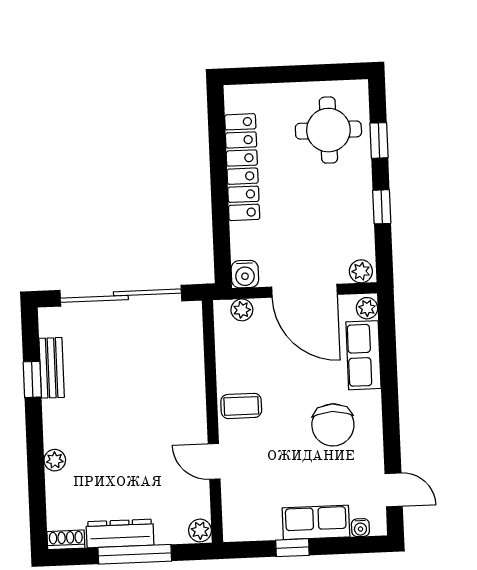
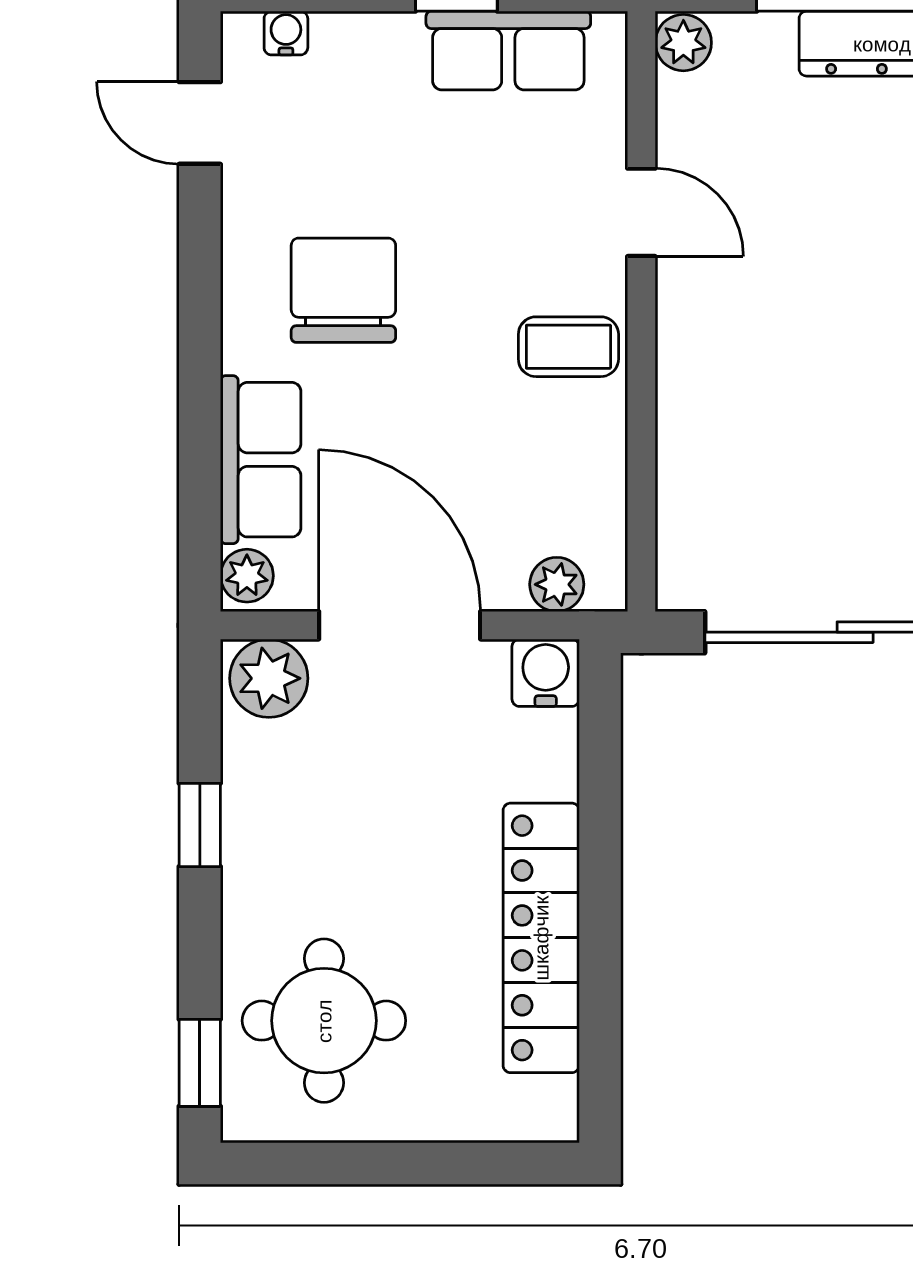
window: (379, 140) -> (200, 1063), moved
plant: (361, 271) -> (269, 678), width x1.38, depth x1.38
row of seats: (316, 522) -> (508, 51), moved

